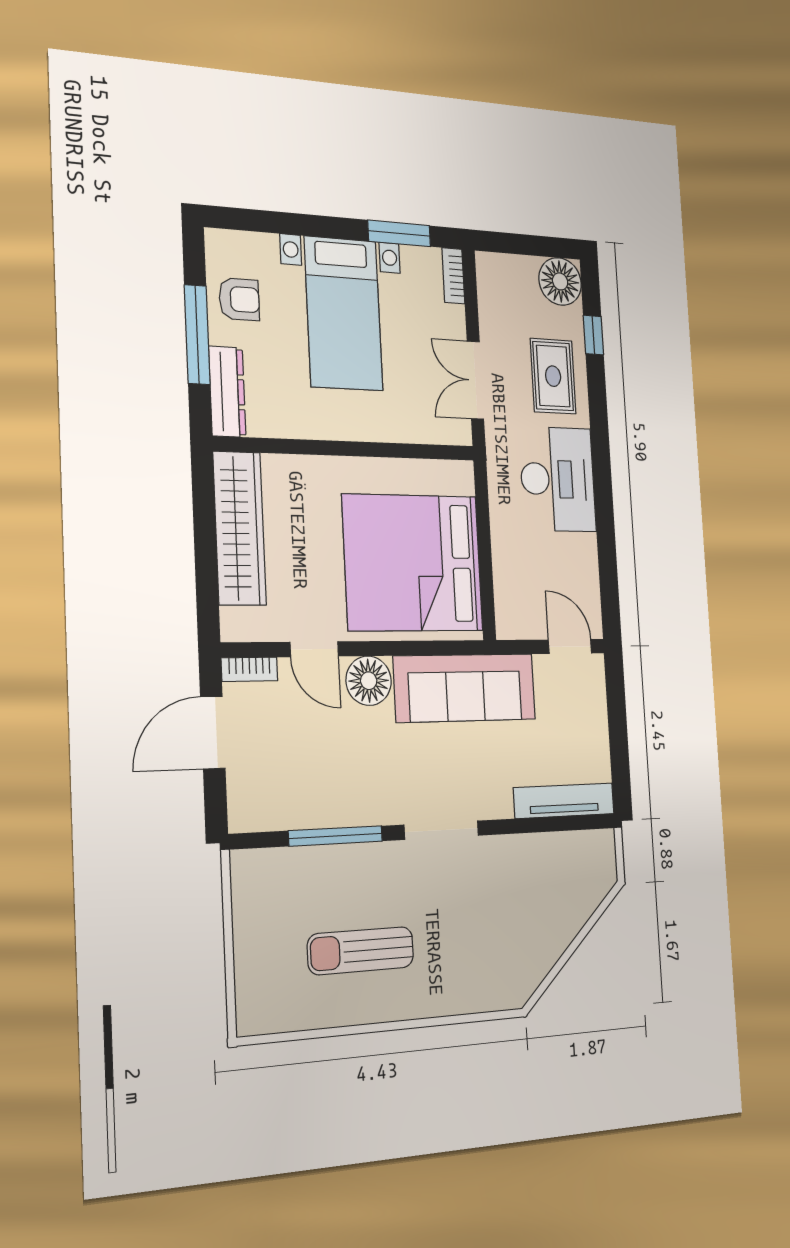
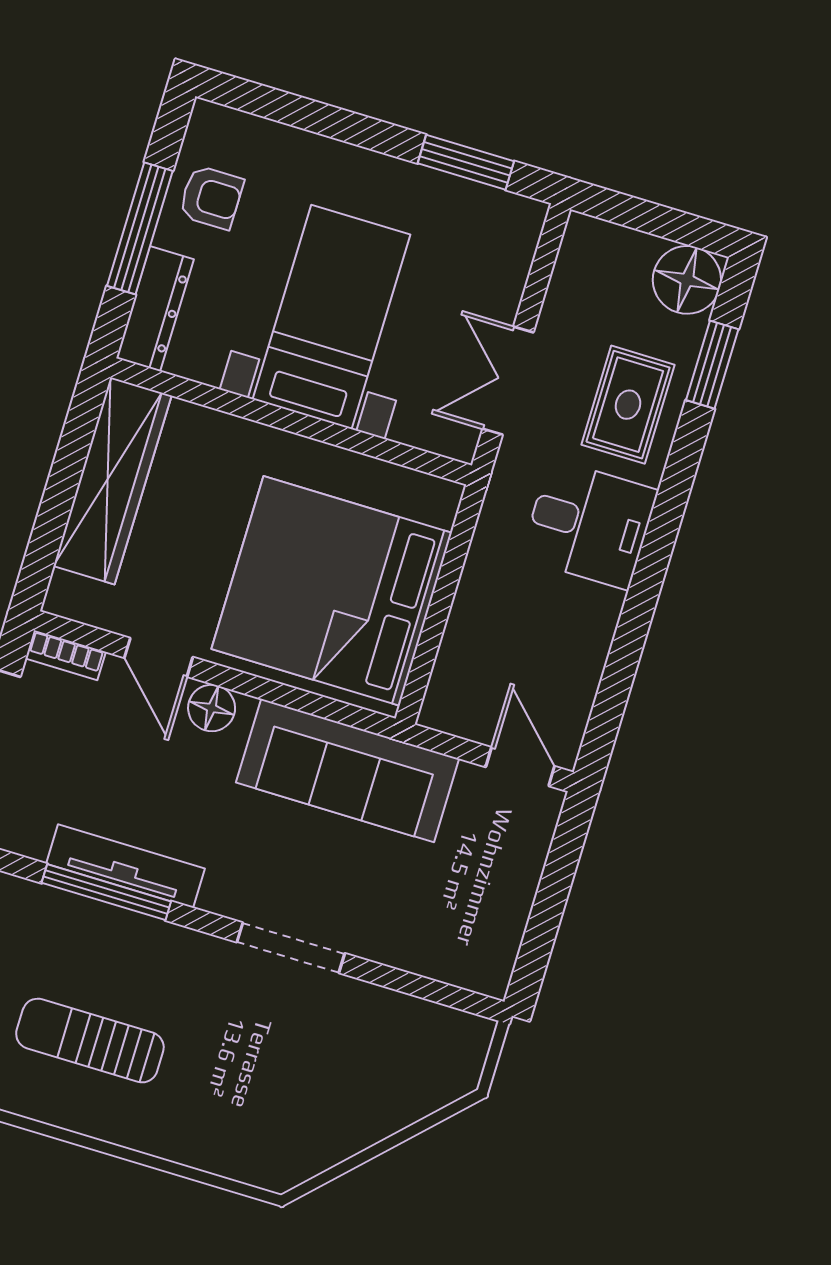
bookcase: (453, 276) -> (526, 236), removed
bed with nightstands: (344, 313) -> (331, 317), moved, turned 180
window: (593, 335) -> (712, 365), width x1.50
desk: (558, 479) -> (589, 524), width x0.73
floor lamp: (369, 681) -> (212, 708), width x0.73, depth x0.73
tv unit: (564, 801) -> (126, 866), moved
doorway: (442, 830) -> (291, 948), moved

